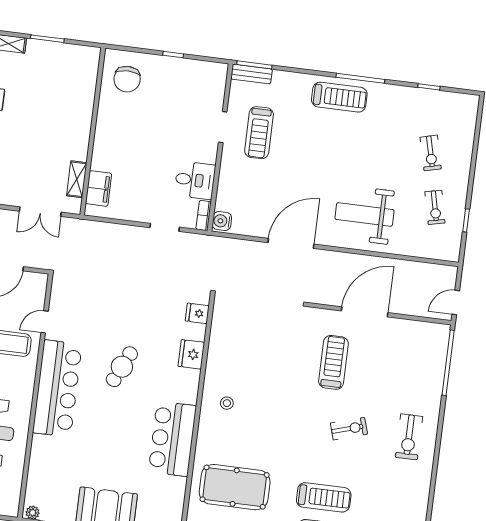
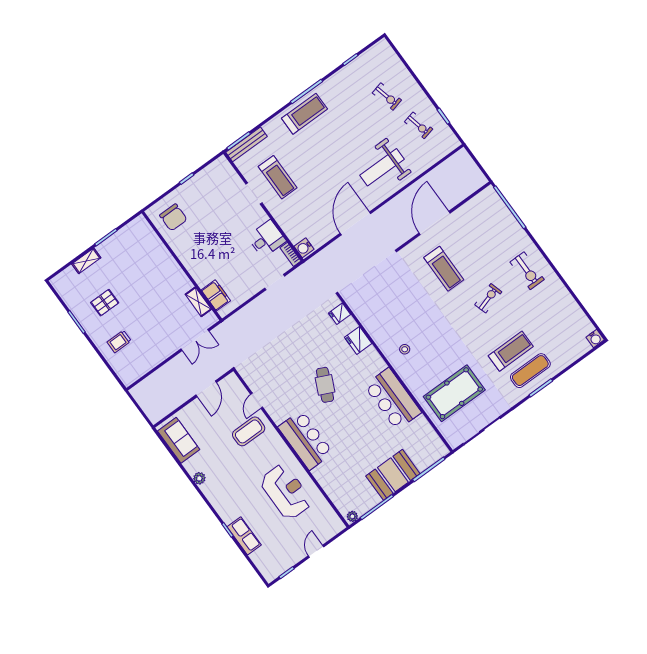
bench: (251, 74) -> (246, 144), width x1.36
door: (456, 302) -> (482, 169), removed
treadmill: (333, 362) -> (444, 269), turned 180
bar counter: (57, 388) -> (306, 440), width x0.73

